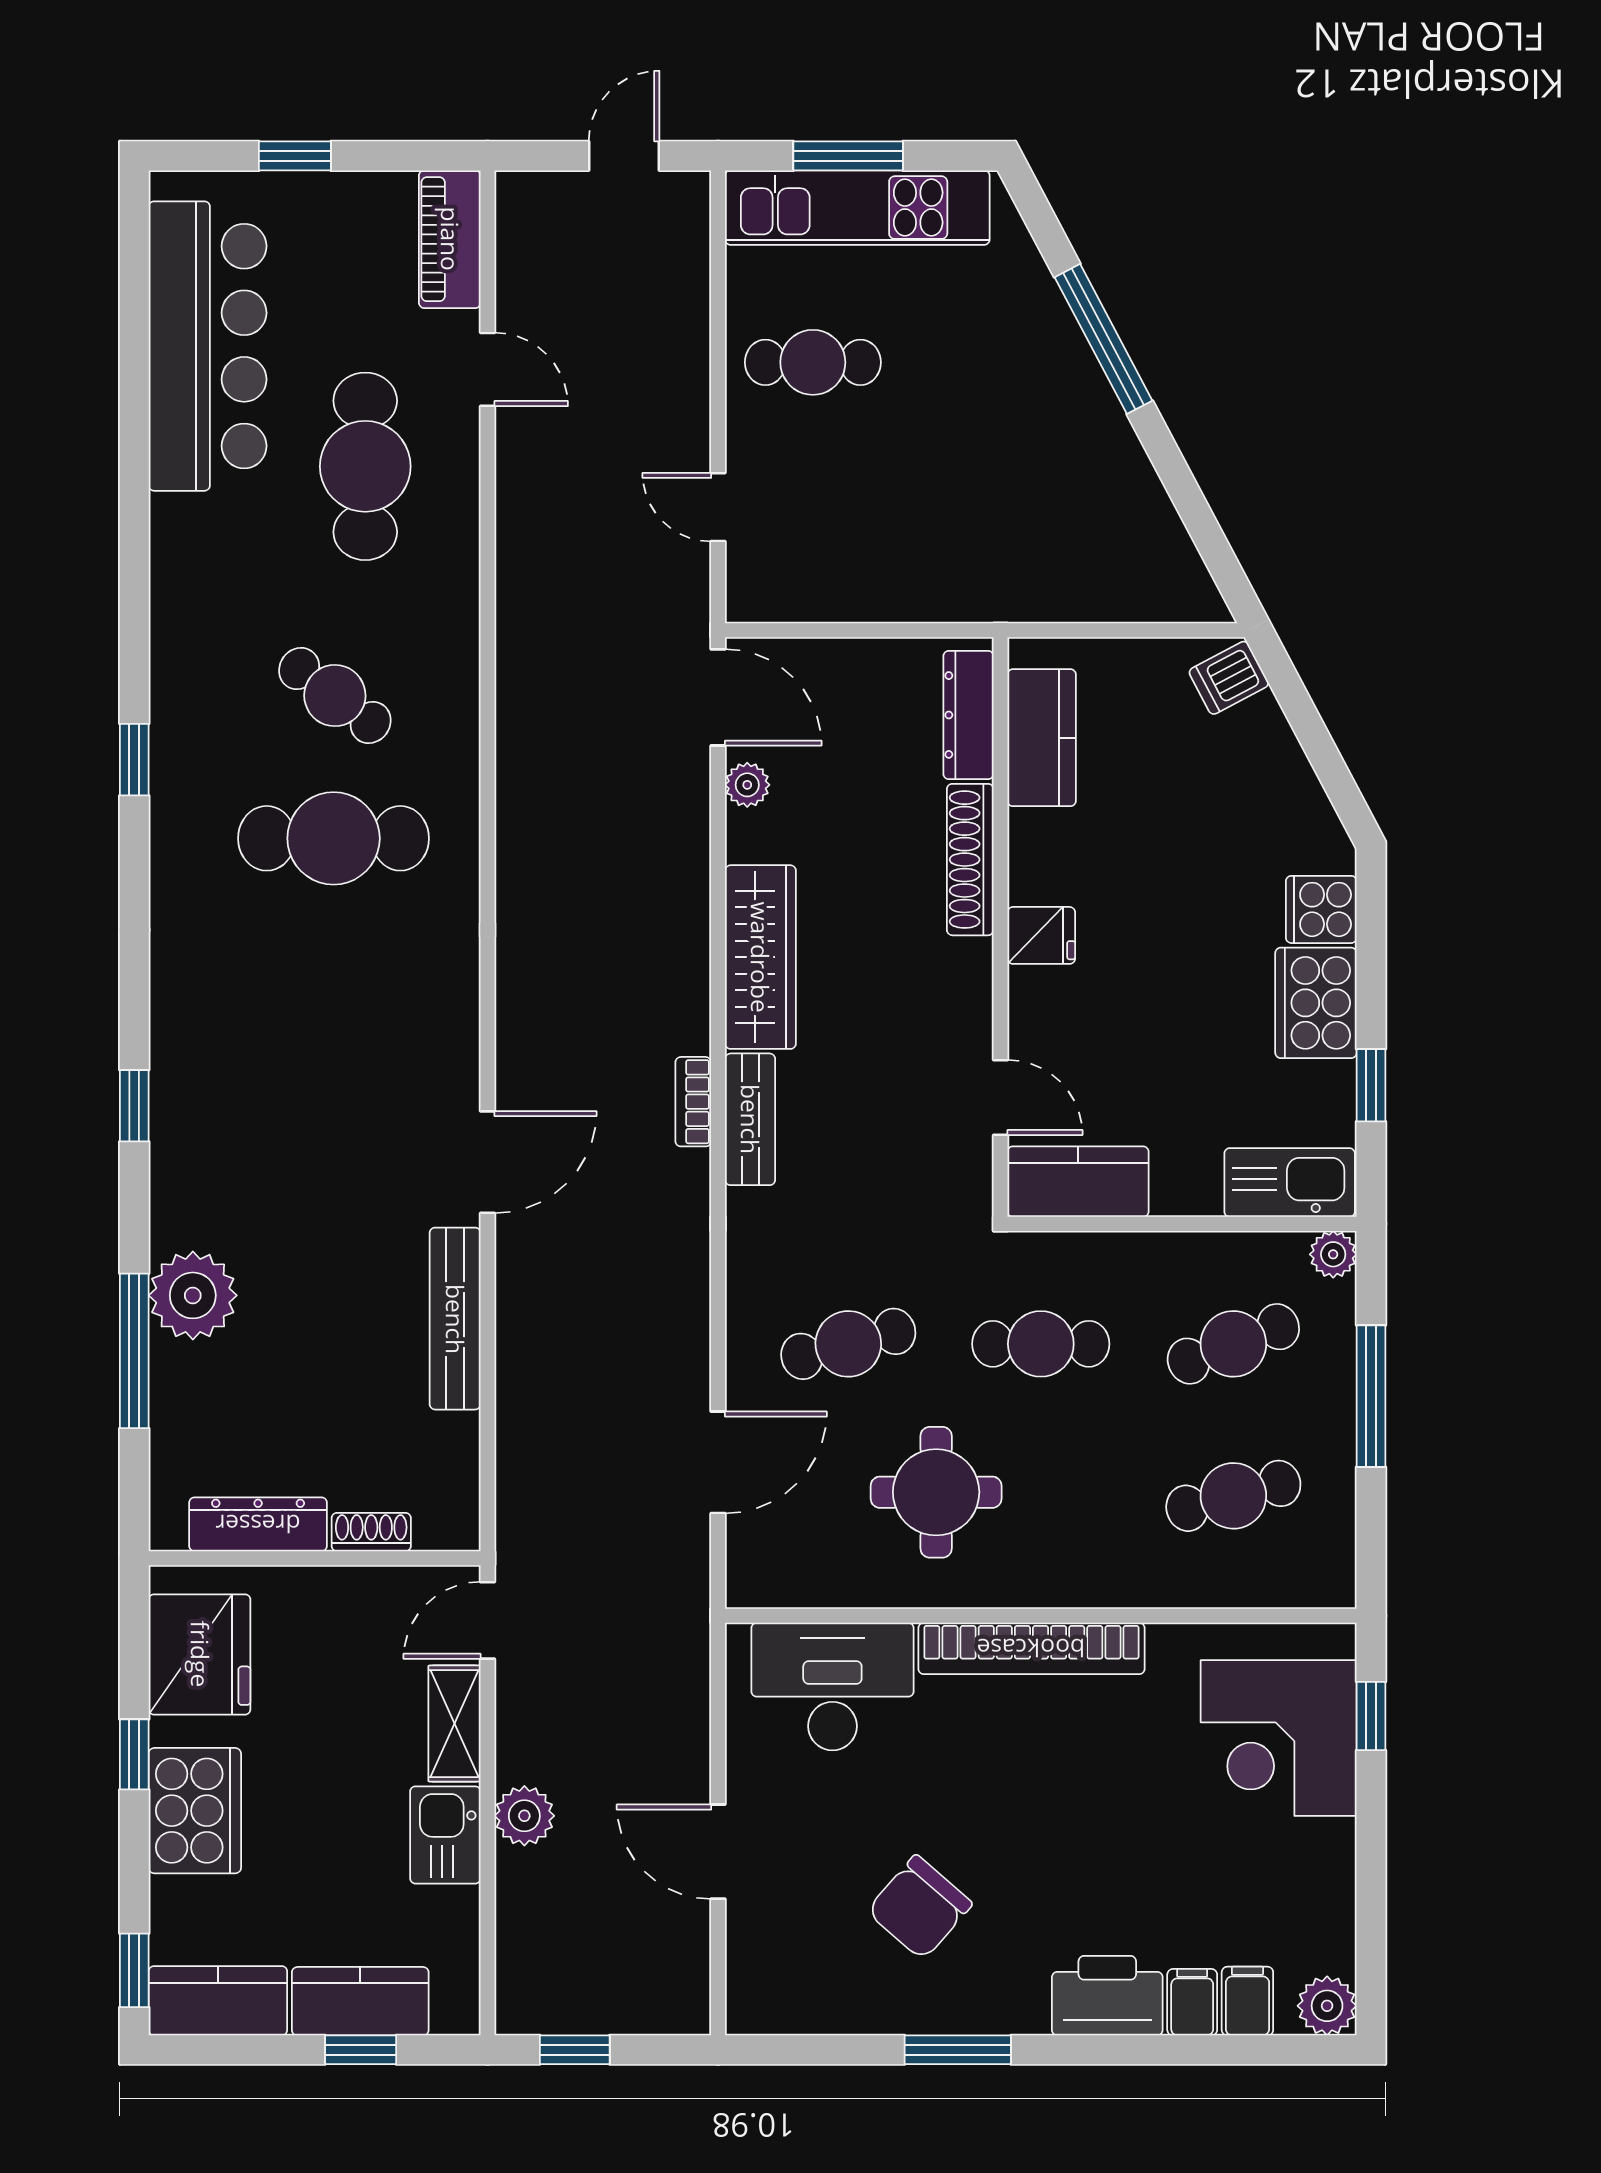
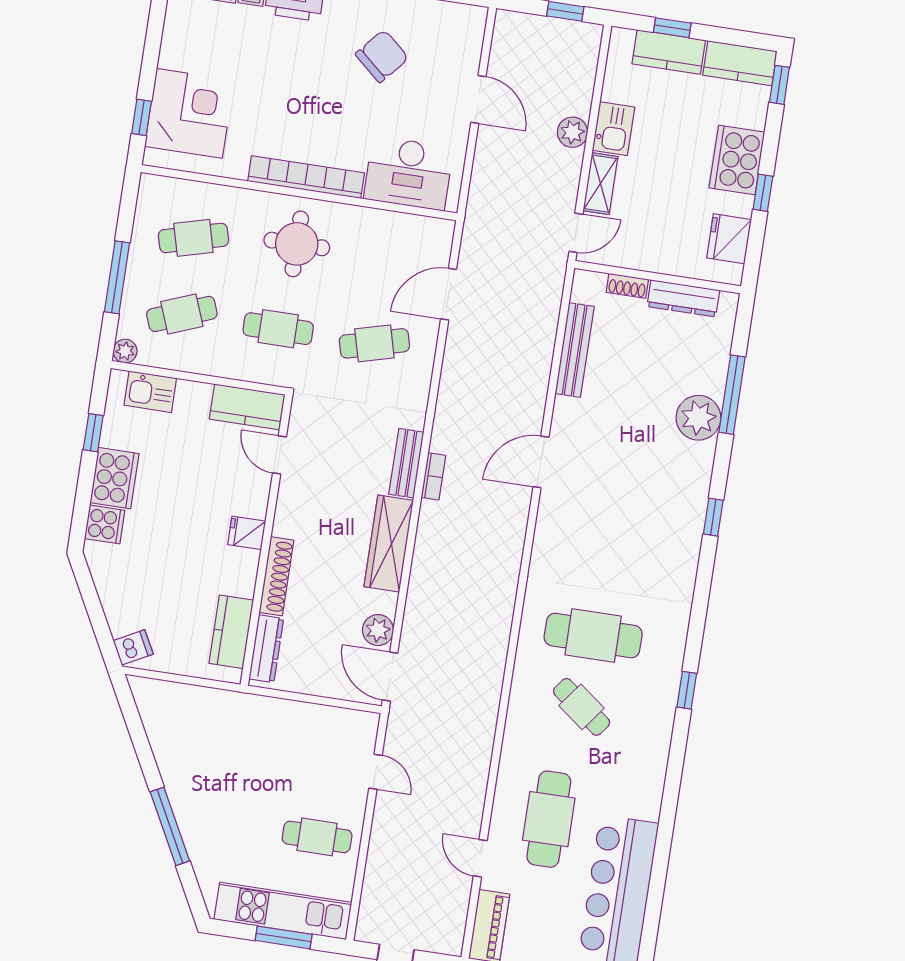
plant: (747, 785) -> (378, 630), width x1.38, depth x1.38
kitchen sink: (1290, 1183) -> (150, 392), width x0.73
bench: (455, 1319) -> (575, 350), moved
round table: (936, 1492) -> (297, 244), moved
fridge: (200, 1654) -> (729, 239), width x0.73, depth x0.75

